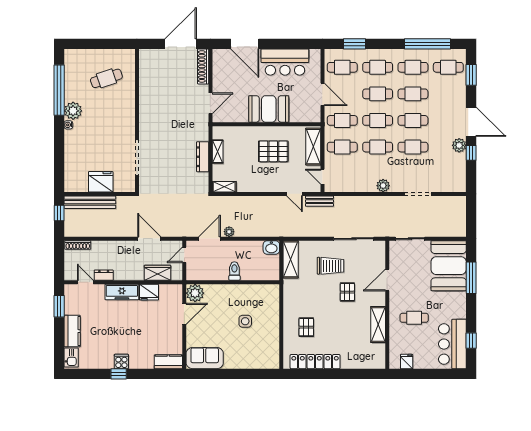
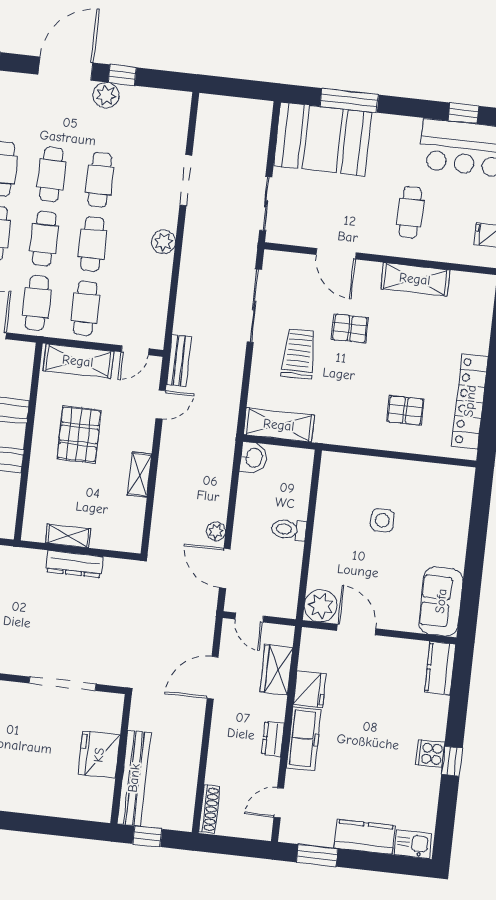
shelving: (224, 187) -> (140, 475), moved
dresser: (104, 275) -> (273, 739), moved

